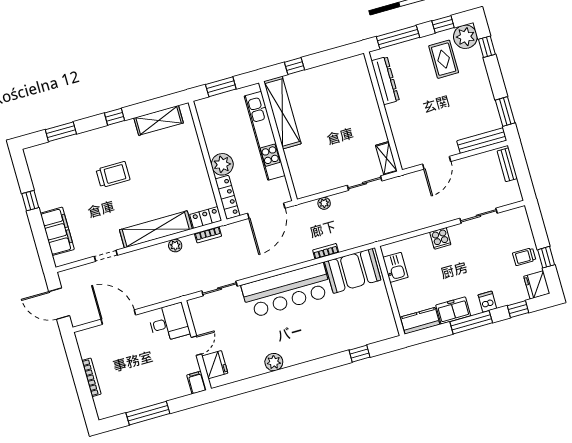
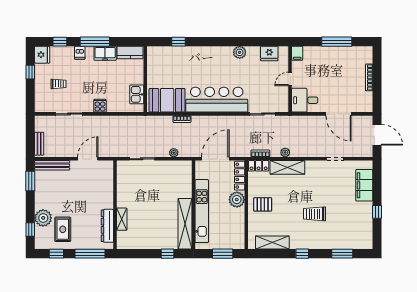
plant: (465, 37) -> (43, 218), moved
shelving: (386, 158) -> (122, 219), moved
pallet: (186, 168) -> (263, 204), added
shelving: (156, 229) -> (287, 167), width x0.68
trolley: (524, 257) -> (59, 84), moved
fridge: (215, 365) -> (269, 53), moved, turned -90

